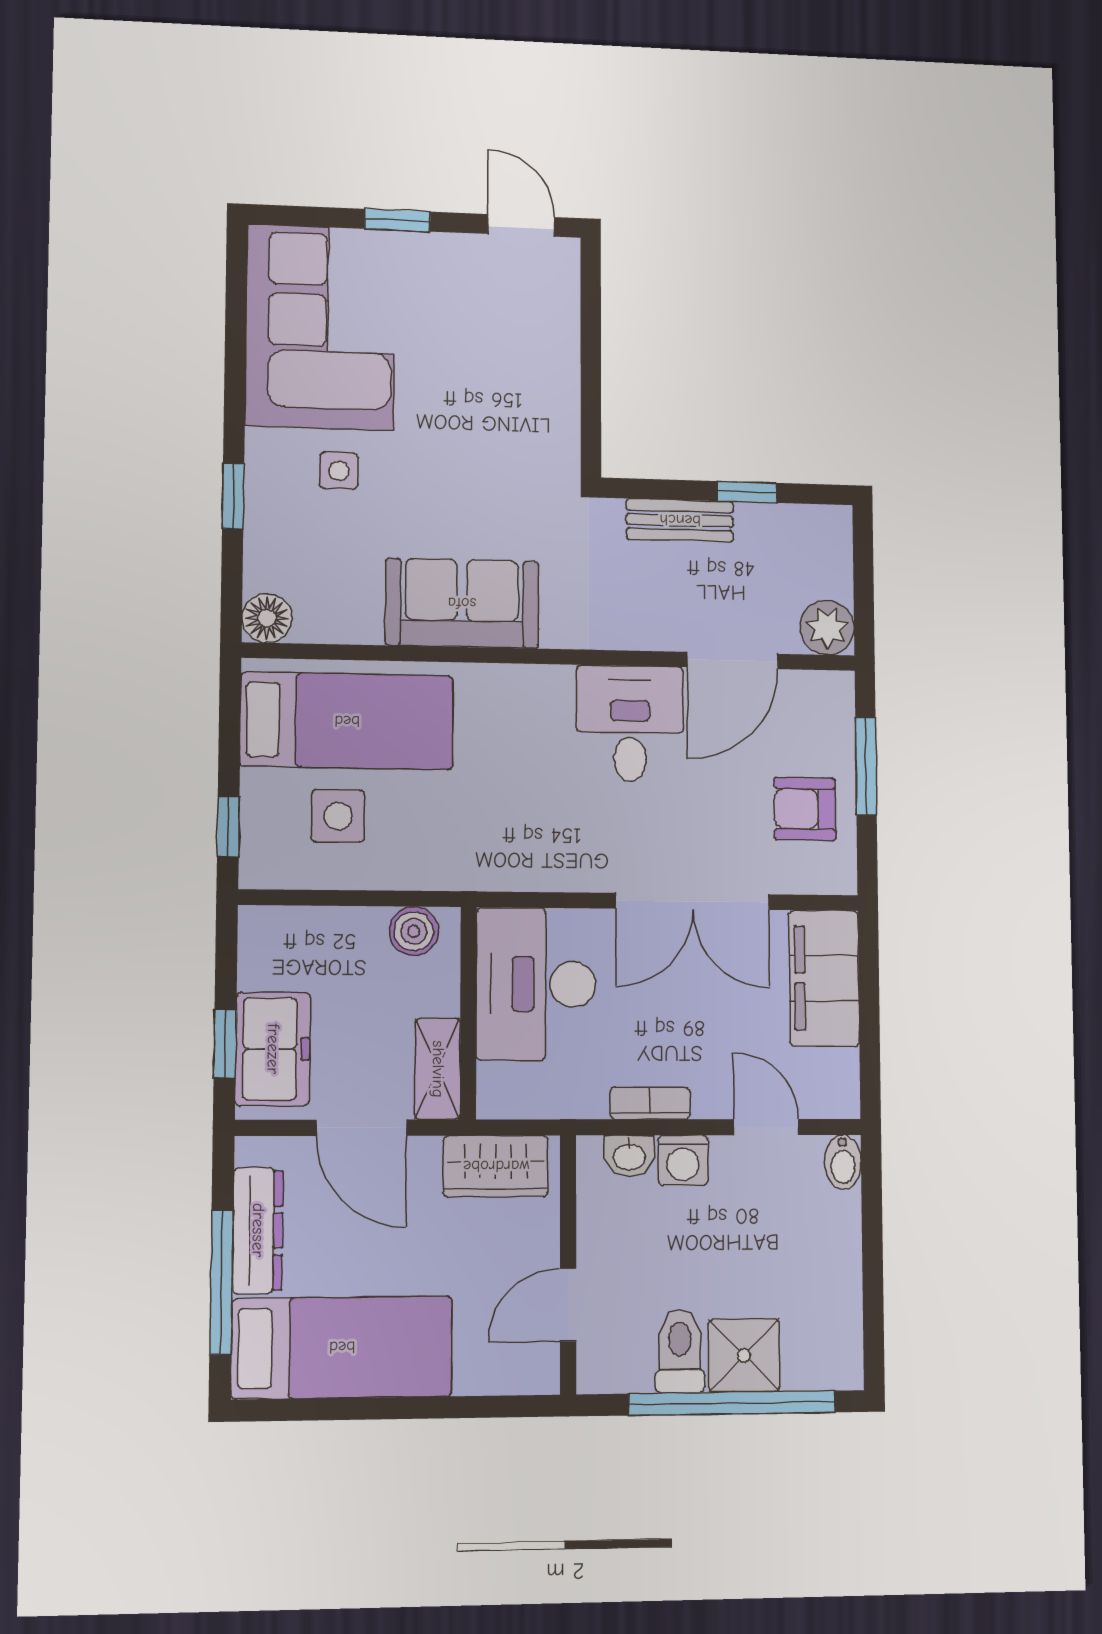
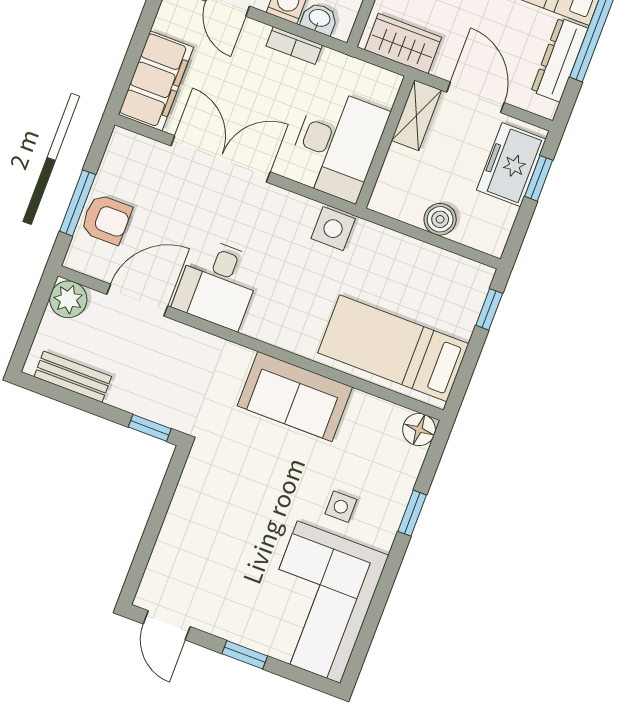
window: (747, 492) -> (150, 428), moved
bench: (680, 520) -> (73, 377), moved
armchair: (805, 809) -> (106, 219), moved
side table: (338, 816) -> (333, 229), moved
boiler: (414, 931) -> (440, 219), moved

